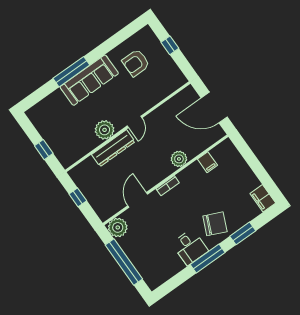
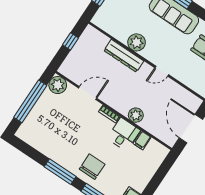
door: (135, 122) -> (162, 71), moved
chair: (215, 224) -> (92, 167), turned -114
desk: (190, 247) -> (124, 134), moved, turned 180

